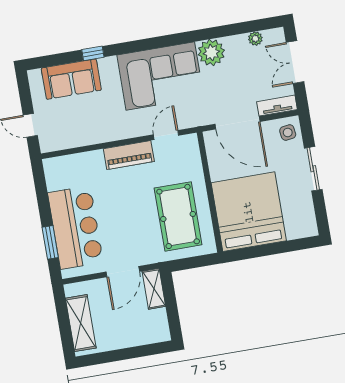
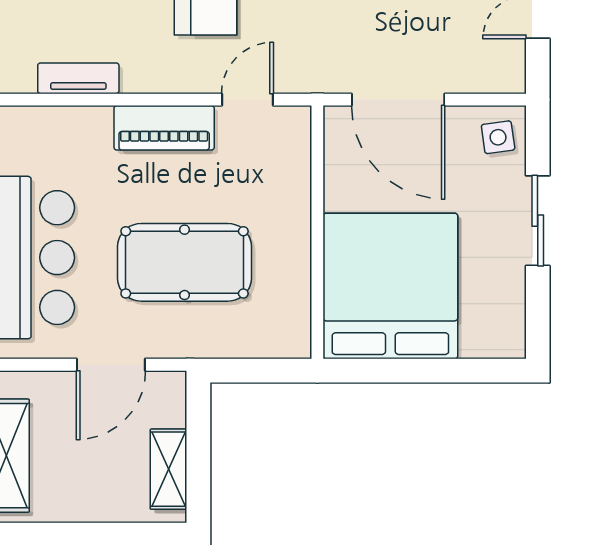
tv unit: (277, 106) -> (78, 78), moved
pool table: (178, 216) -> (185, 262), moved, turned 90
shelving: (154, 289) -> (169, 469), moved

